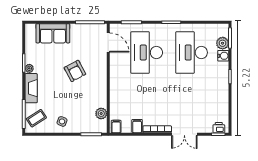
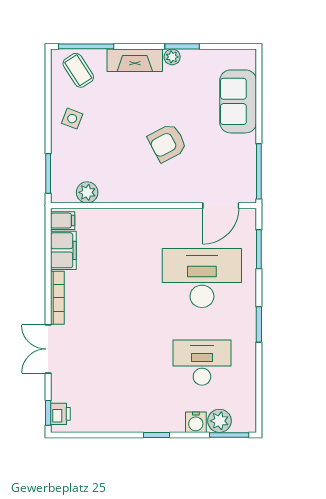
desk: (192, 53) -> (202, 363), width x0.73, depth x0.77
filing cabinet: (137, 126) -> (63, 250), width x2.00

